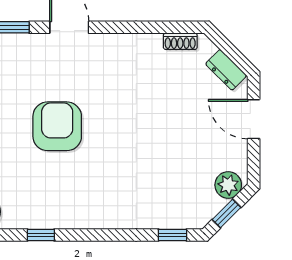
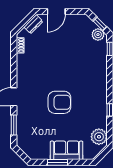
armchair: (57, 126) -> (59, 102), turned 180
plant: (228, 185) -> (98, 35), moved

